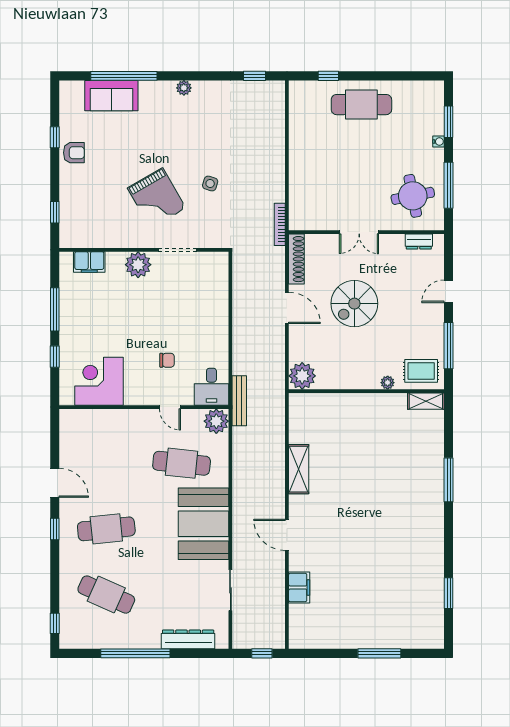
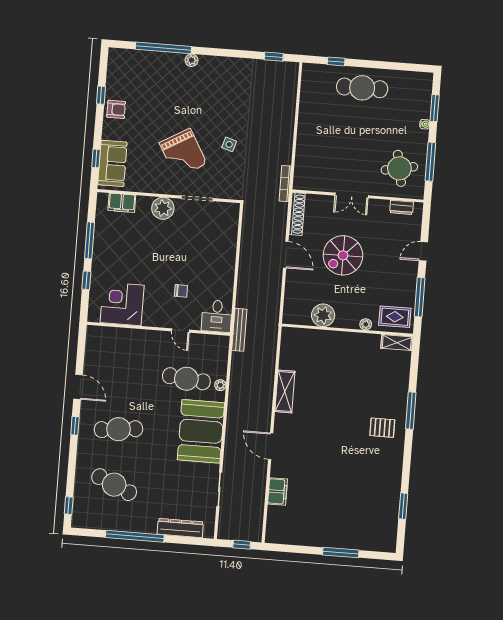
plant: (184, 88) -> (191, 60), moved
sofa: (111, 96) -> (112, 163), moved, turned -90
plant: (302, 376) -> (323, 315), moved
plant: (216, 421) -> (220, 385), moved, width x0.53, depth x0.53
pallet: (417, 503) -> (382, 428), added

